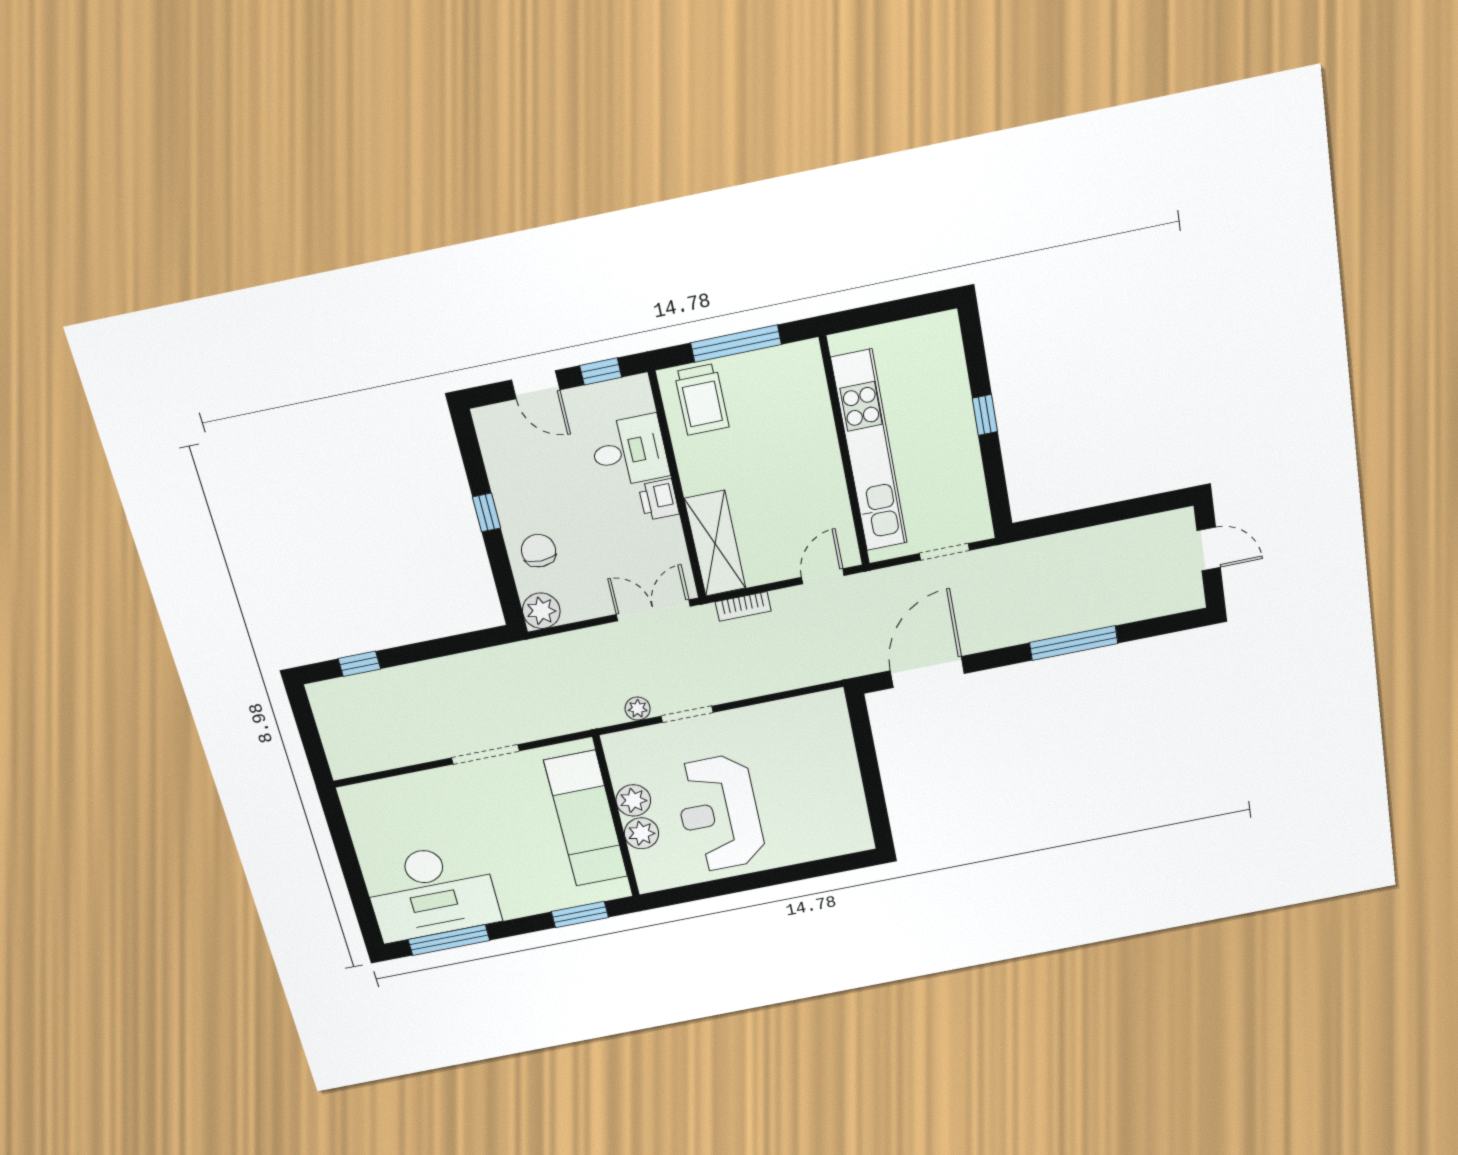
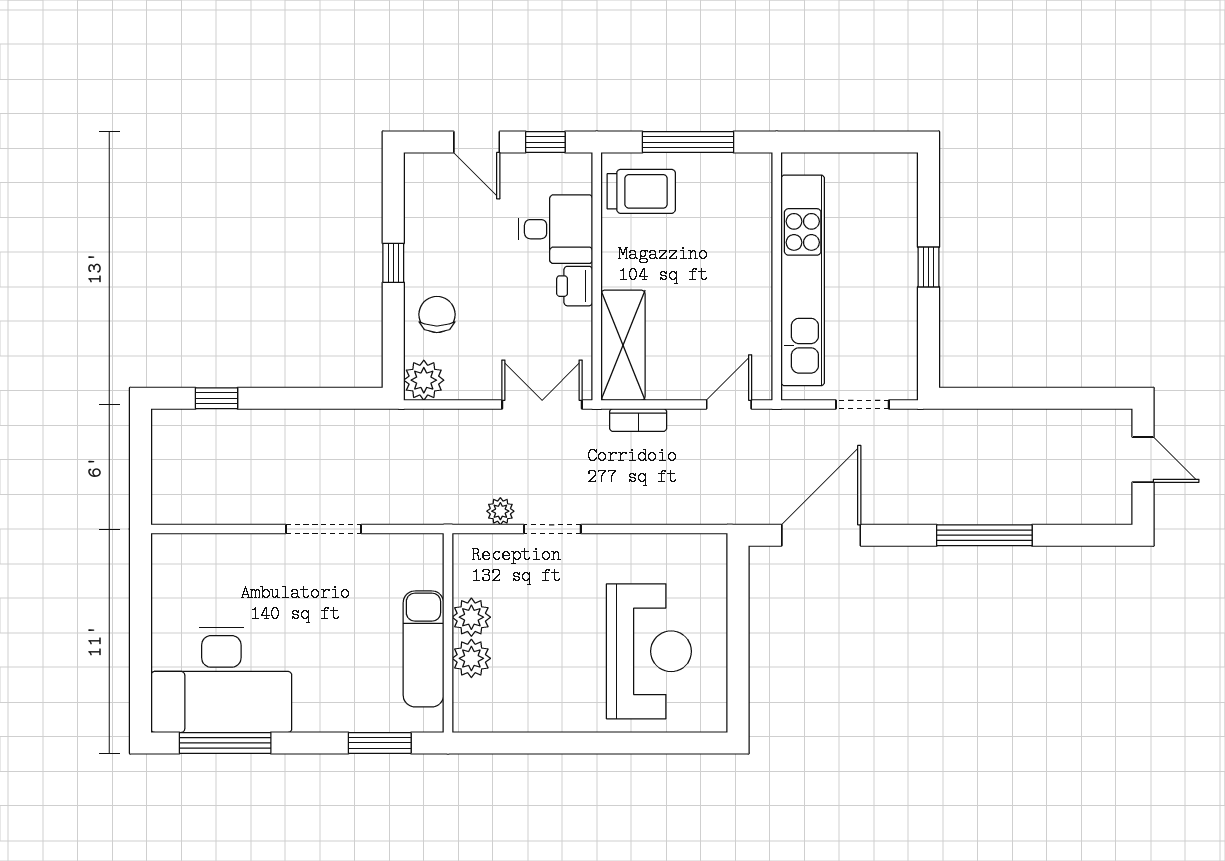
trolley: (702, 399) -> (641, 191), turned -90
reception desk: (719, 813) -> (649, 651), moved, turned 180
exam couch: (586, 819) -> (423, 649), width x0.73, depth x0.69

